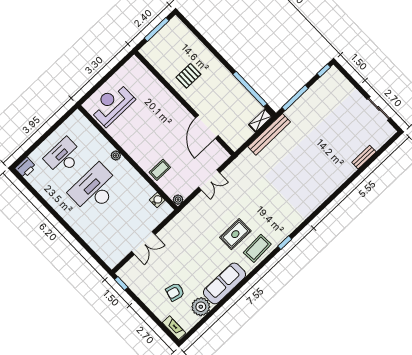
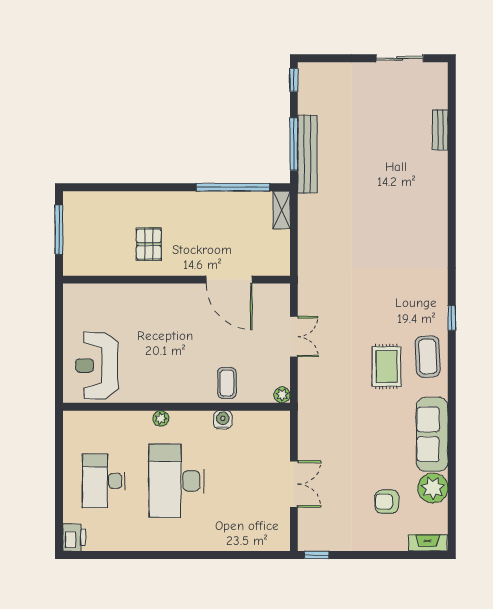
bench: (269, 134) -> (307, 154), moved
water cooler: (157, 200) -> (223, 420), moved
armchair: (175, 292) -> (387, 502), turned 75

